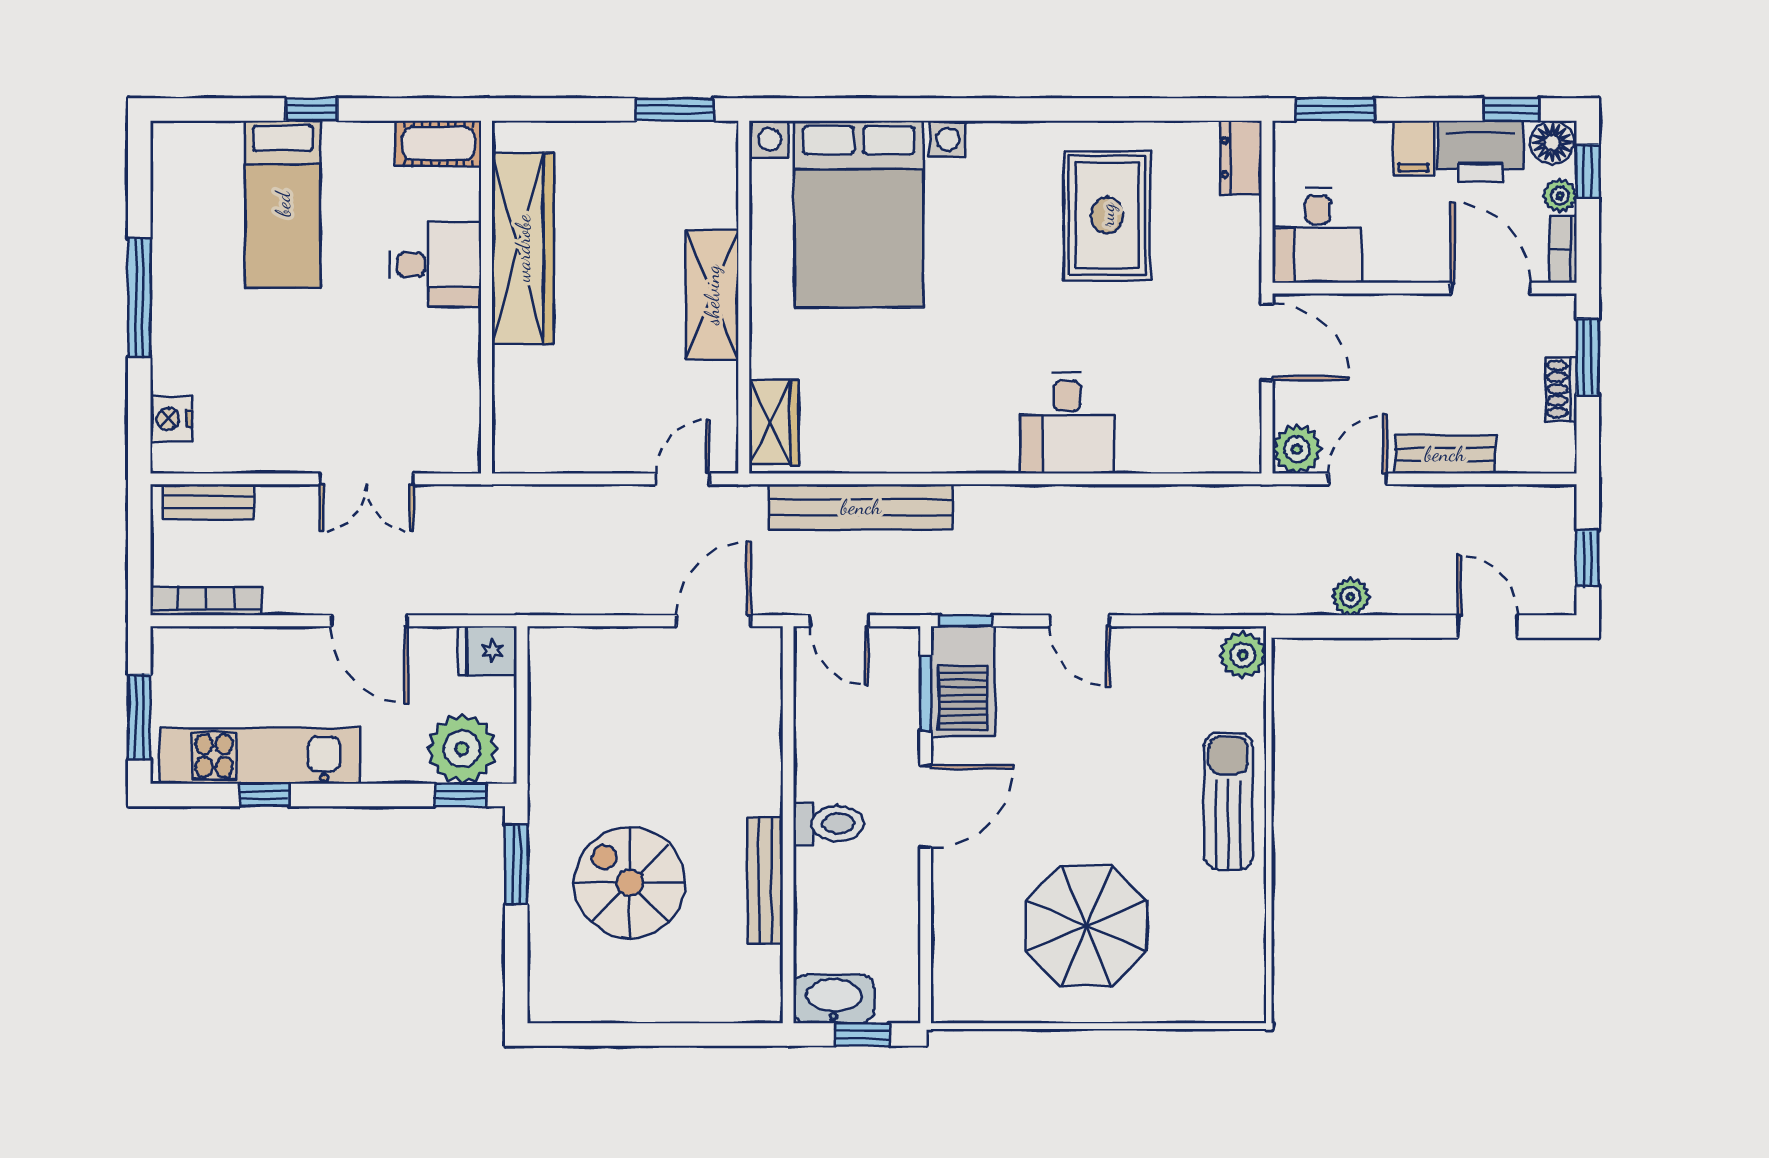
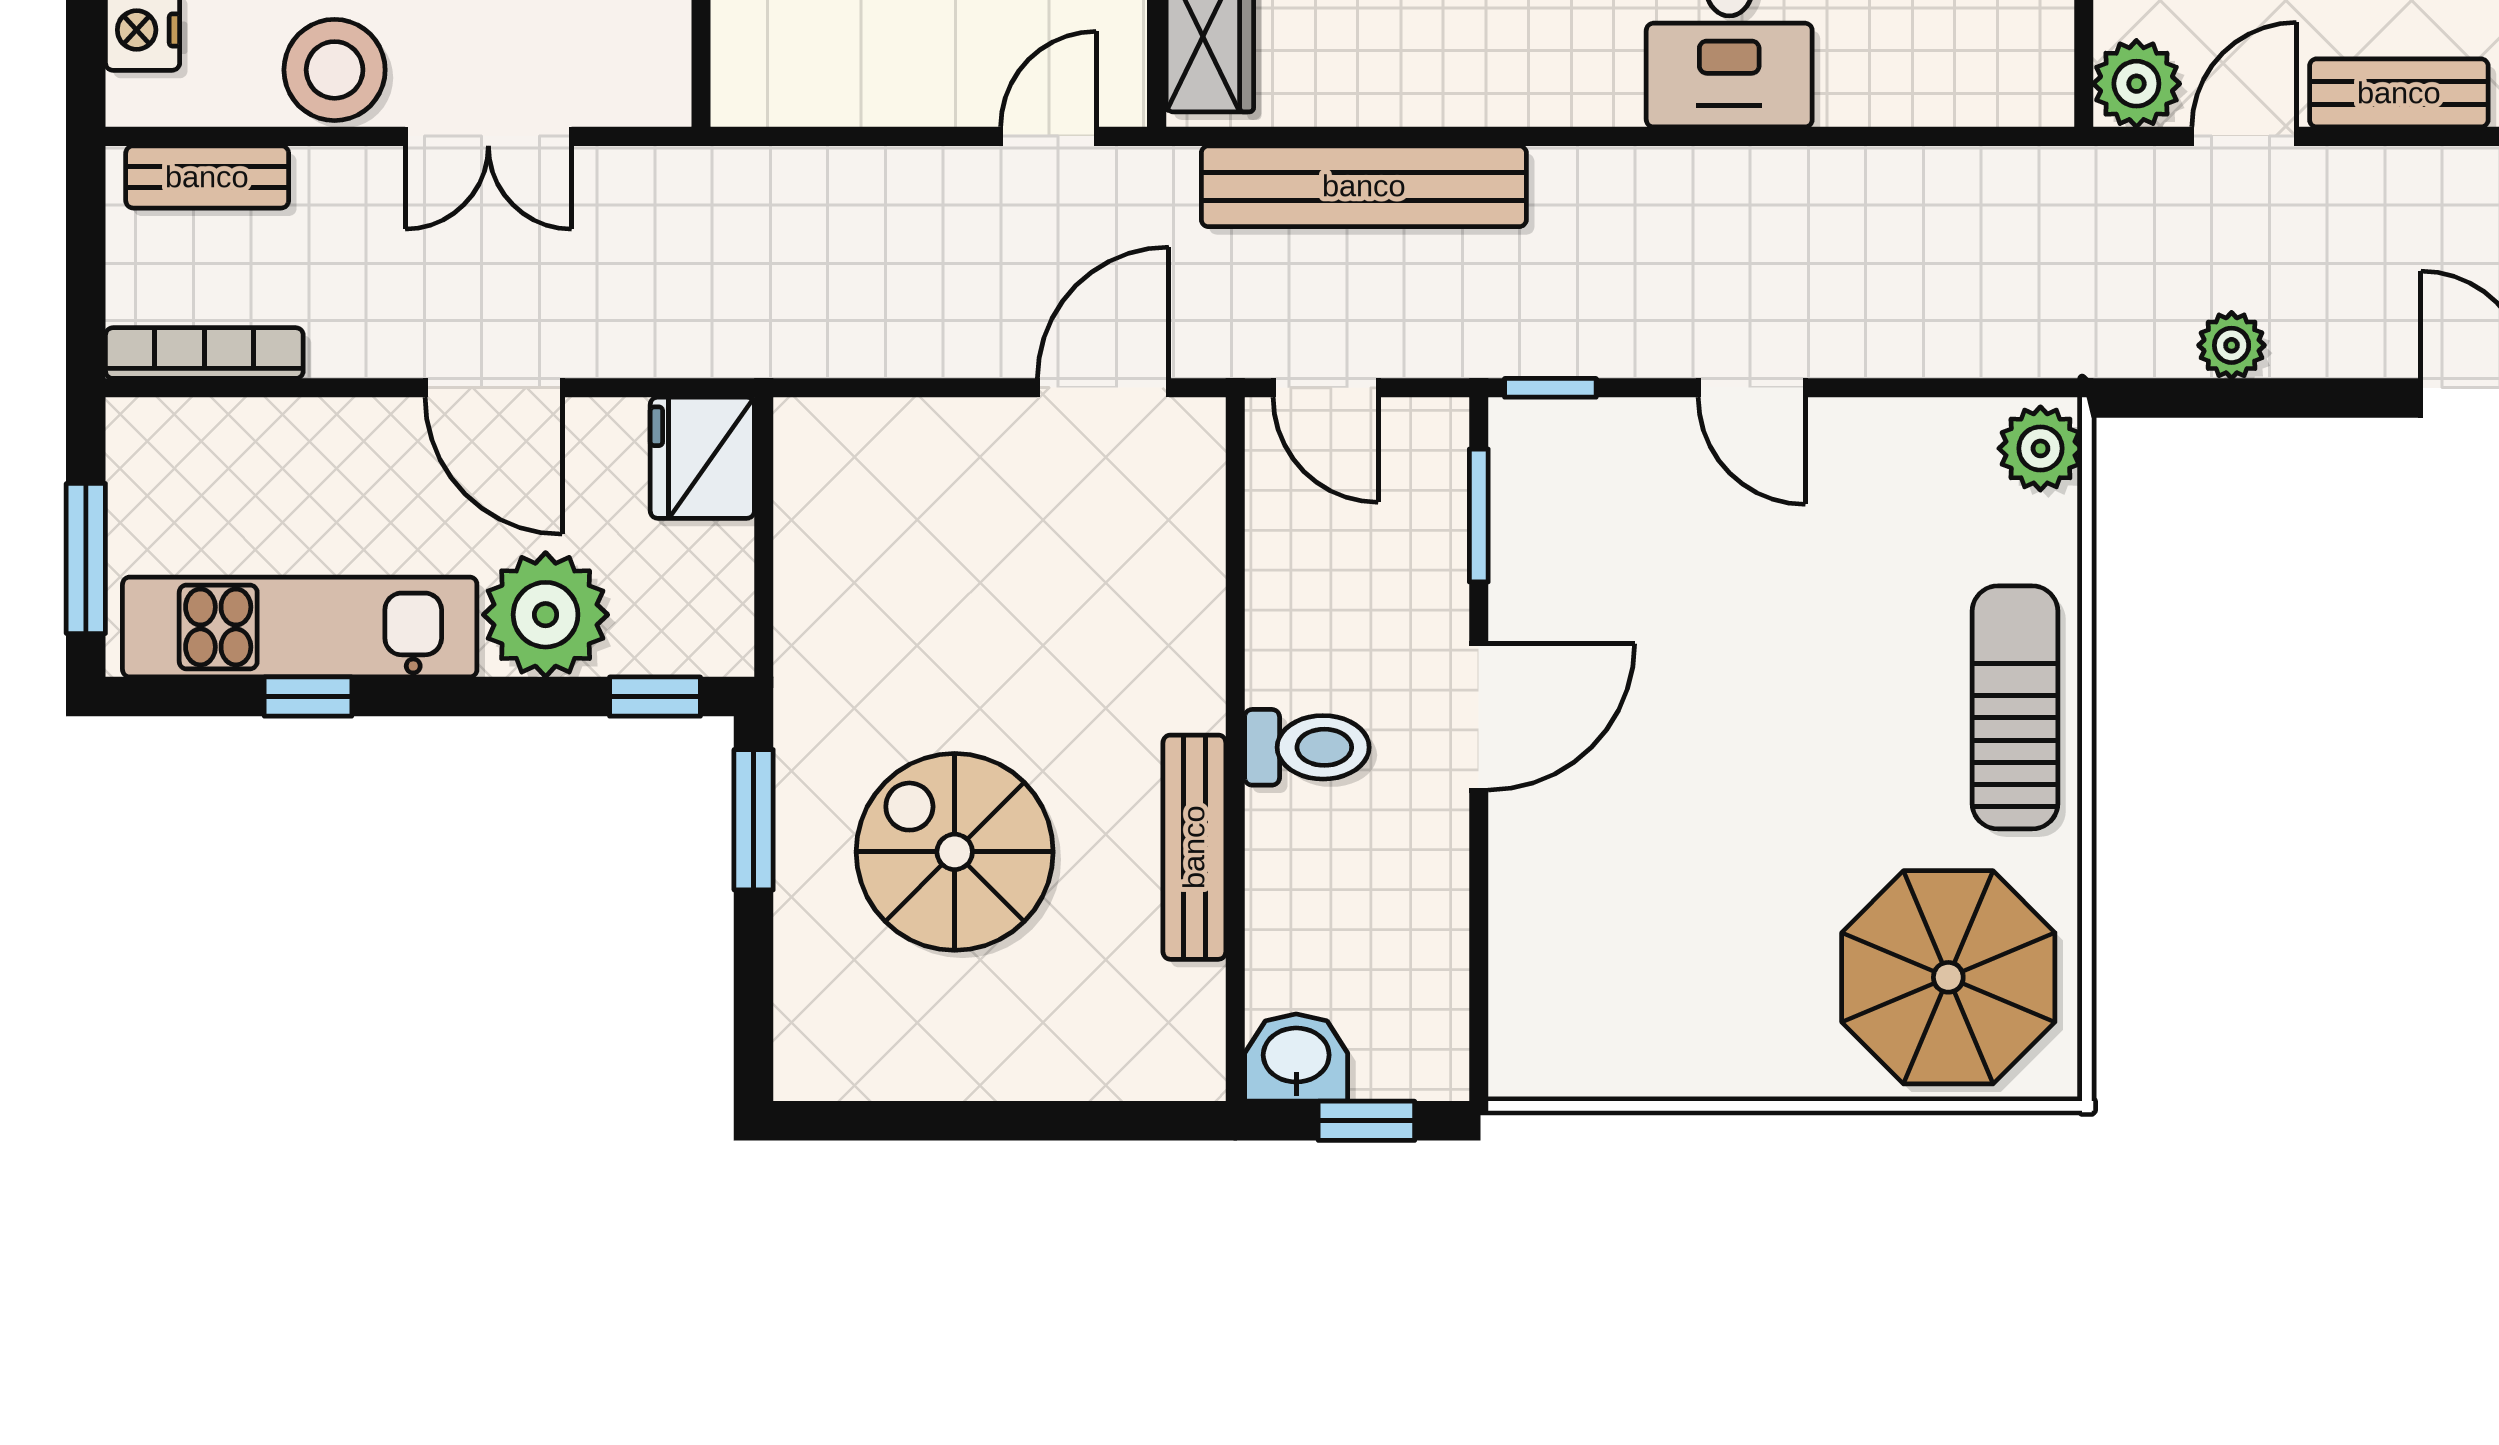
stool: (280, 441) -> (335, 70), added
fridge: (487, 651) -> (702, 458), width x1.38
barbecue: (963, 681) -> (1545, 495), removed
plant: (462, 749) -> (546, 615), moved
parasol: (1086, 926) -> (1948, 977), moved
washbasin: (834, 999) -> (1296, 1058), width x0.72

